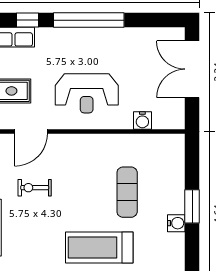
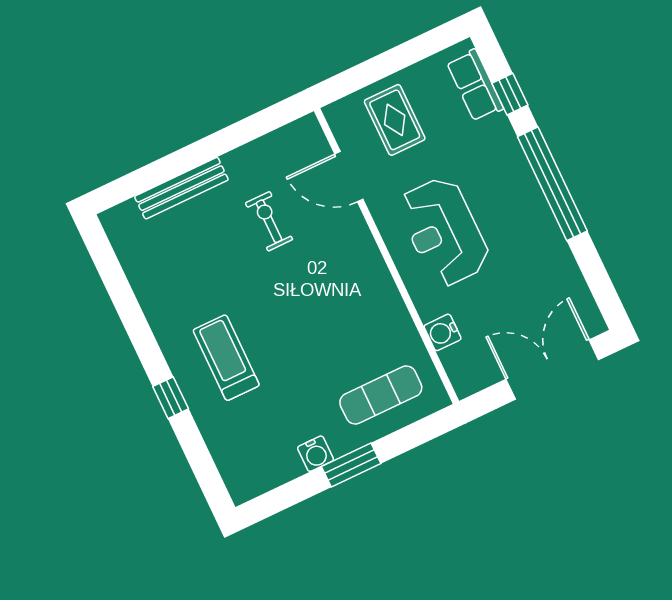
exercise mat: (127, 192) -> (381, 395), moved
treadmill: (99, 248) -> (226, 358), width x0.73, depth x0.73

